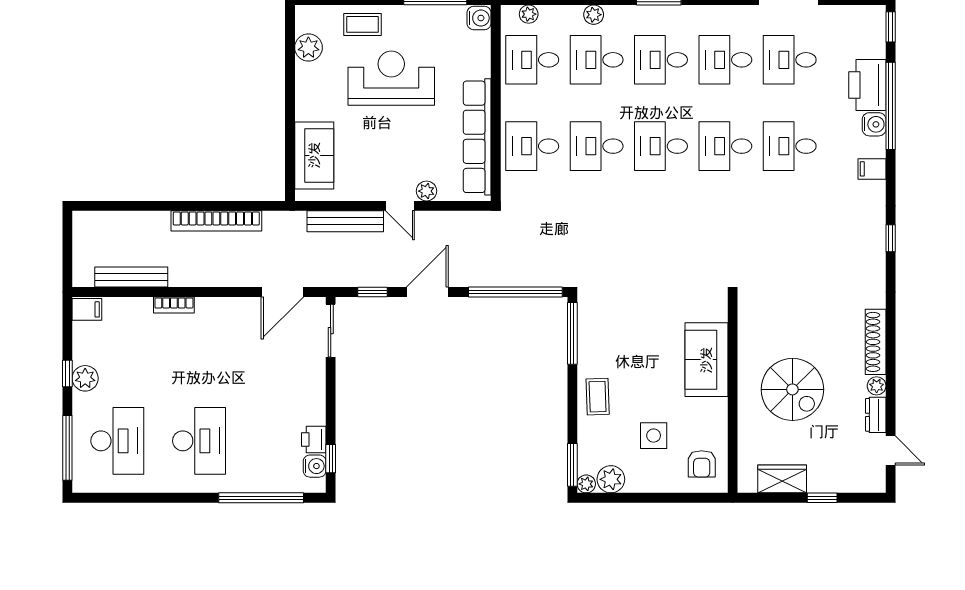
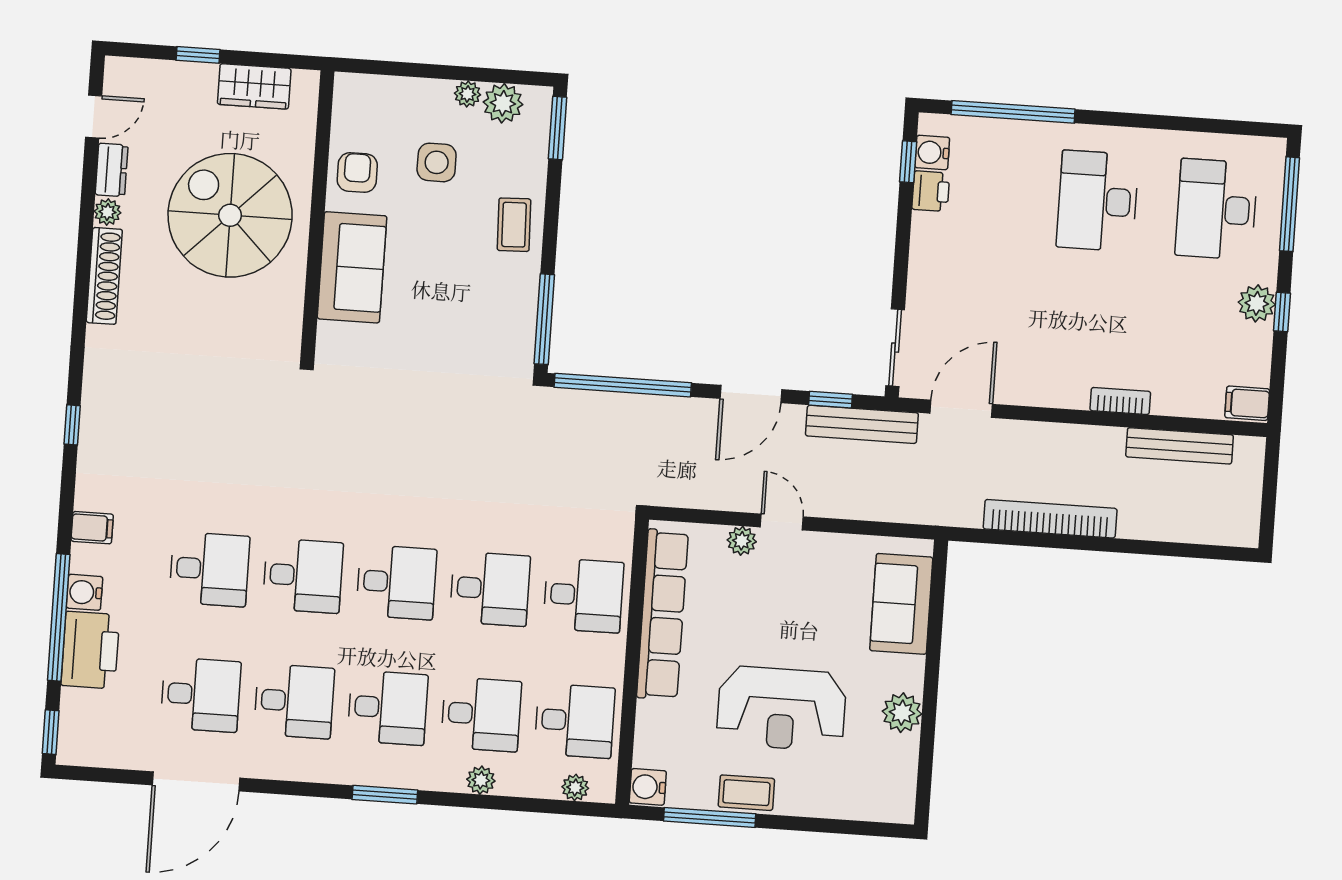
coffee table: (362, 24) -> (746, 793), moved
plant: (308, 48) -> (902, 713), moved
bench: (345, 221) -> (862, 424), moved
spiral stairs: (792, 389) -> (230, 215), width x1.37, depth x1.37
door: (891, 451) -> (94, 117), swing flipped
armchair: (702, 464) -> (357, 173), moved
plant: (586, 484) -> (468, 94), moved

